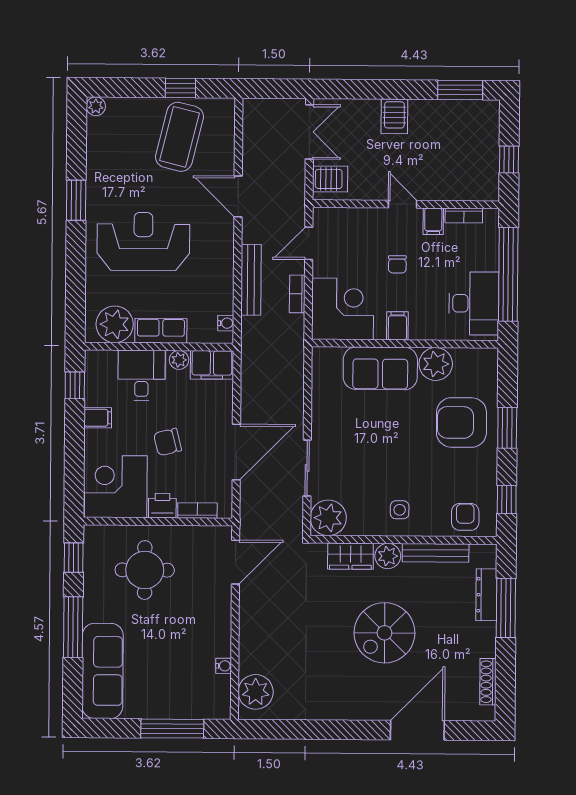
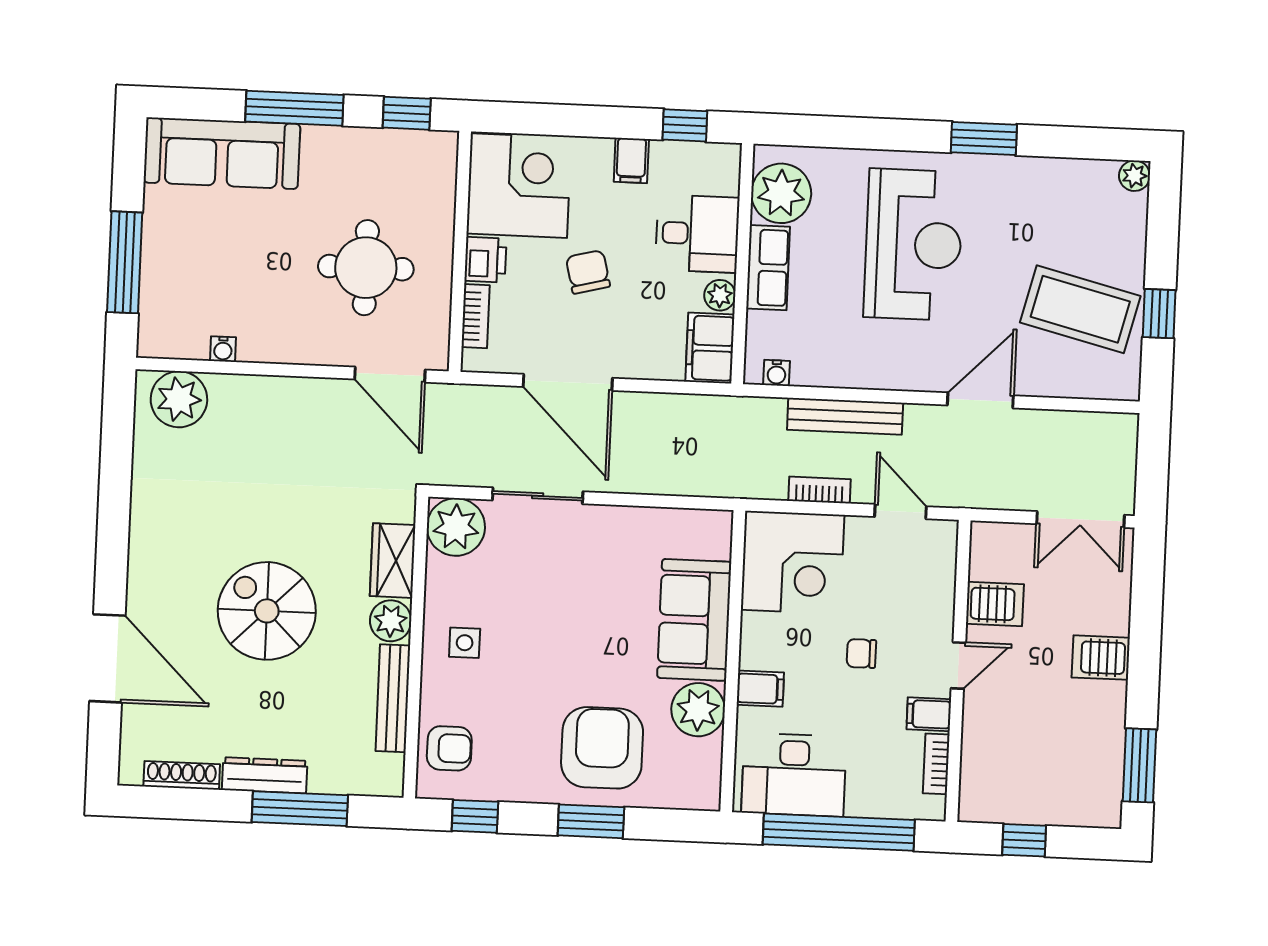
server rack: (330, 179) -> (995, 604), moved, turned -90
filing cabinet: (397, 326) -> (760, 689), moved
round table: (145, 570) -> (366, 268), moved
dresser: (486, 595) -> (265, 775), moved

